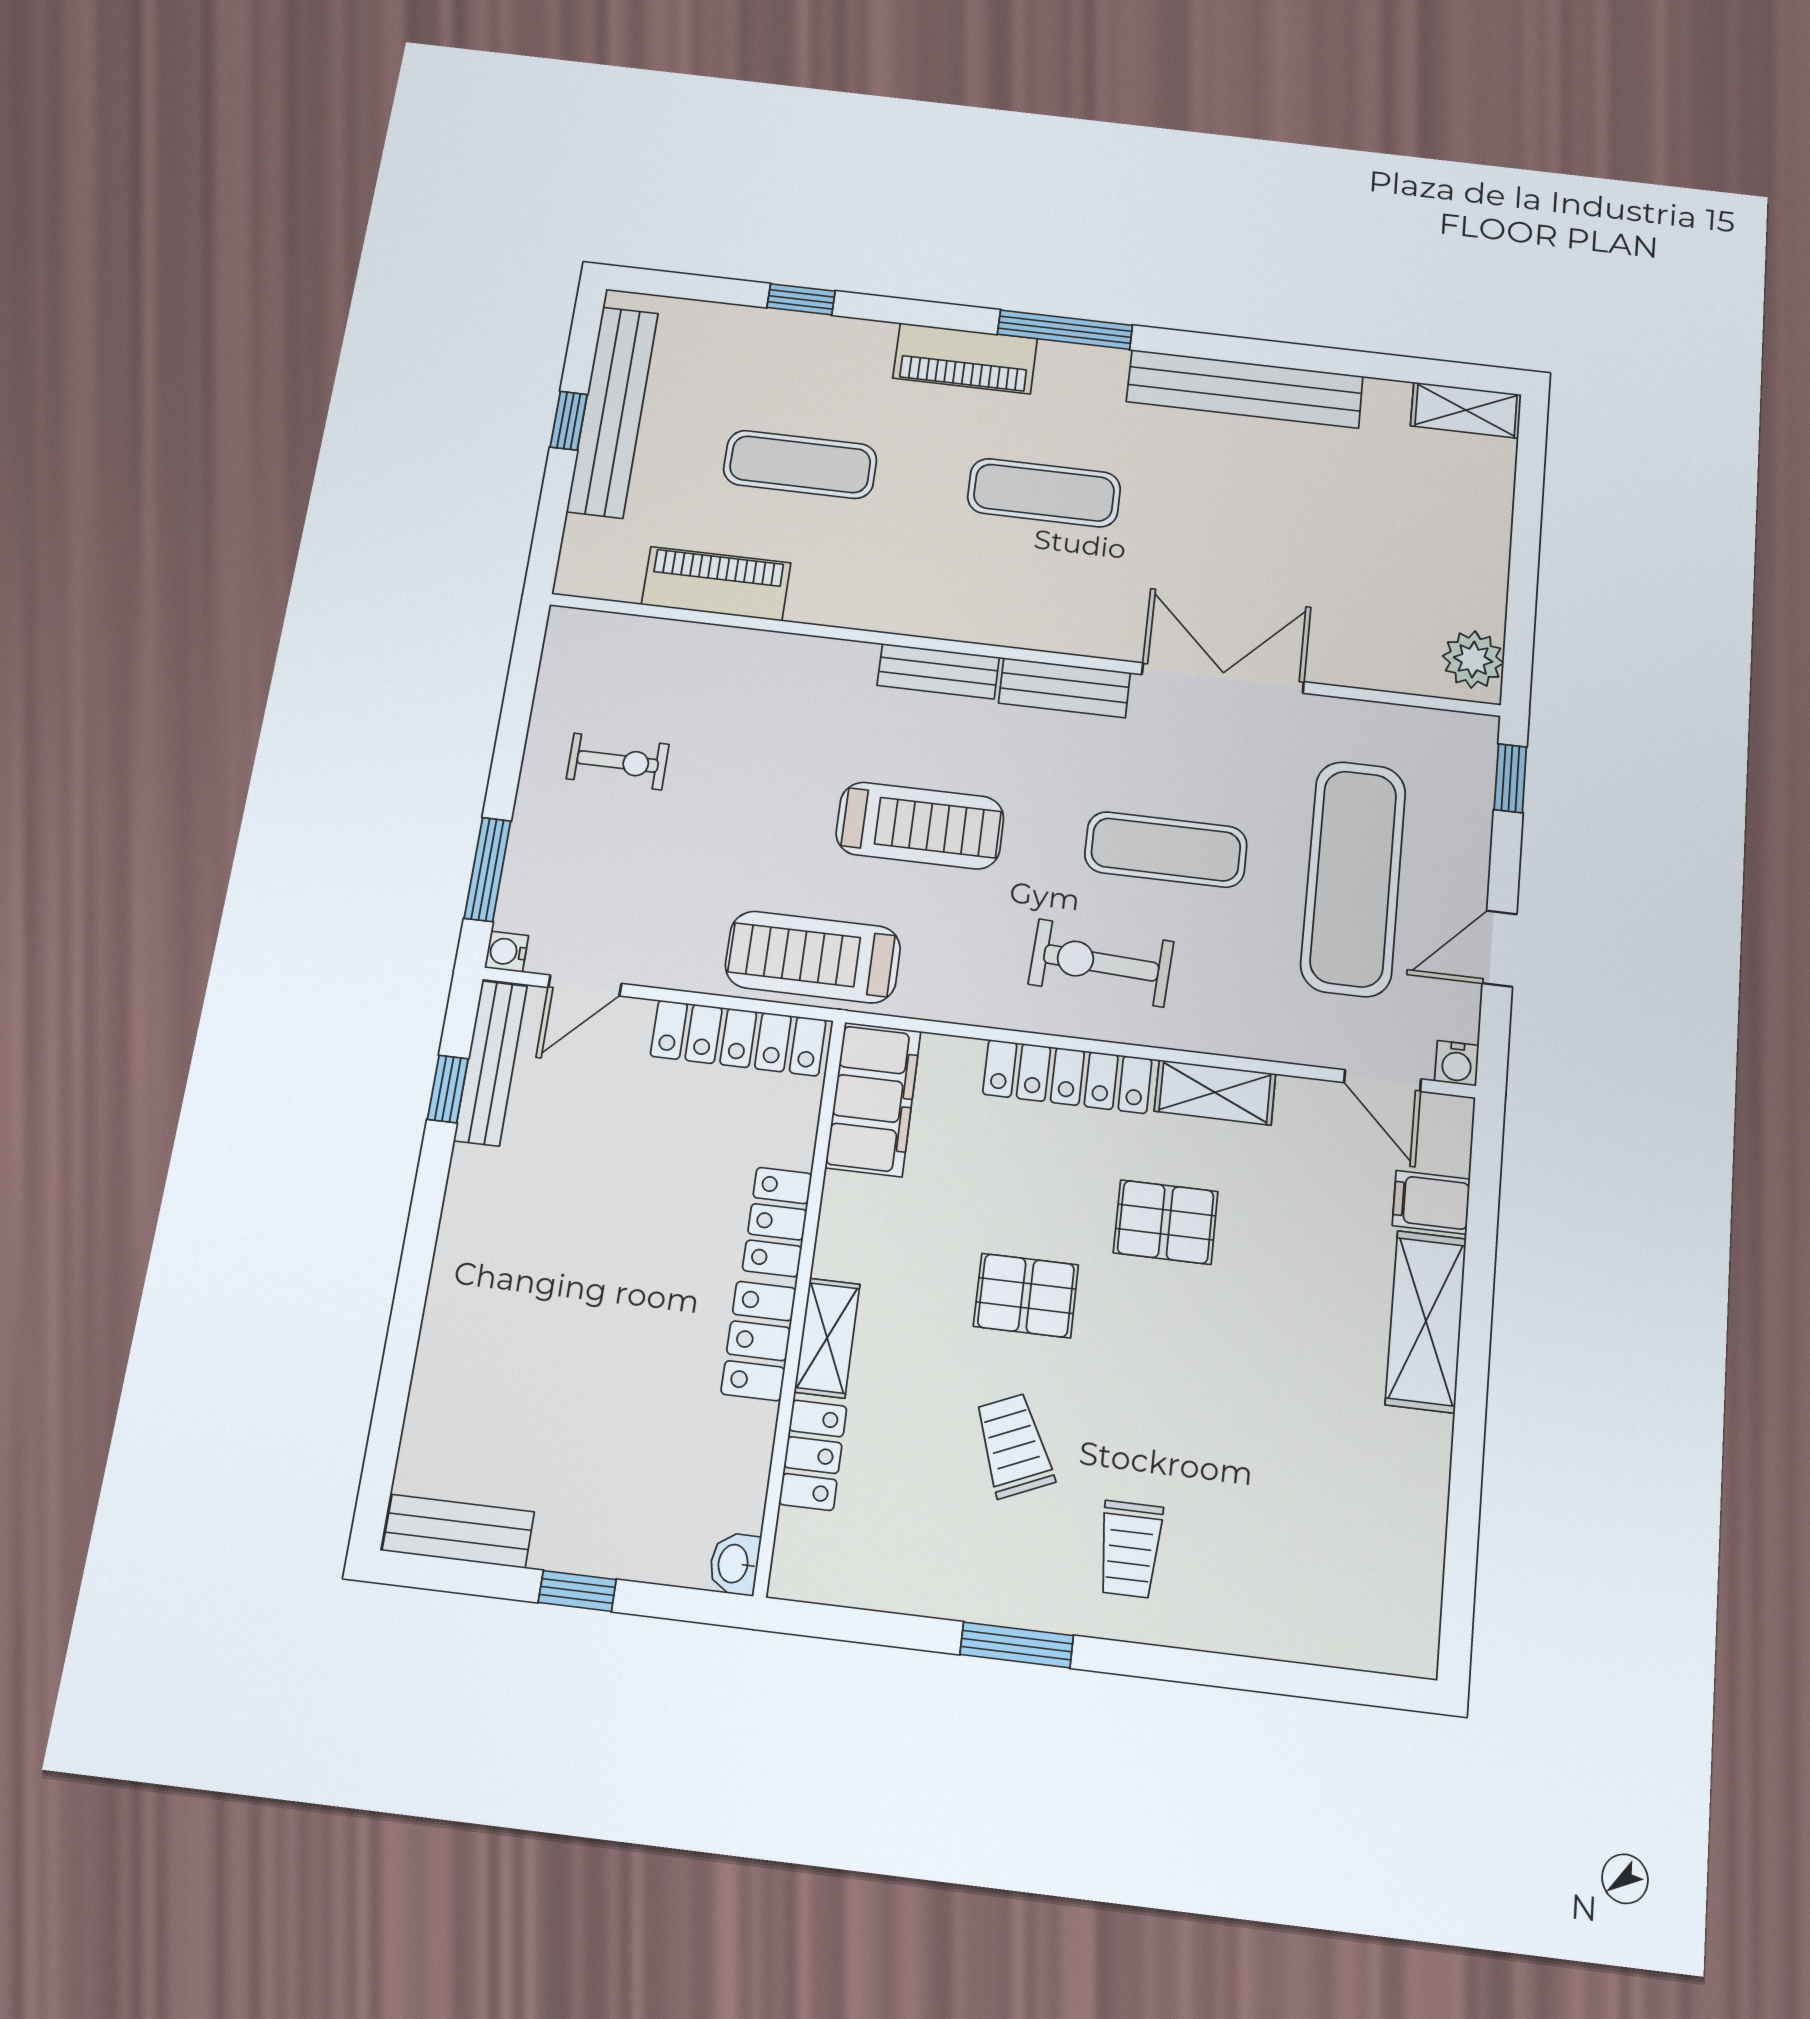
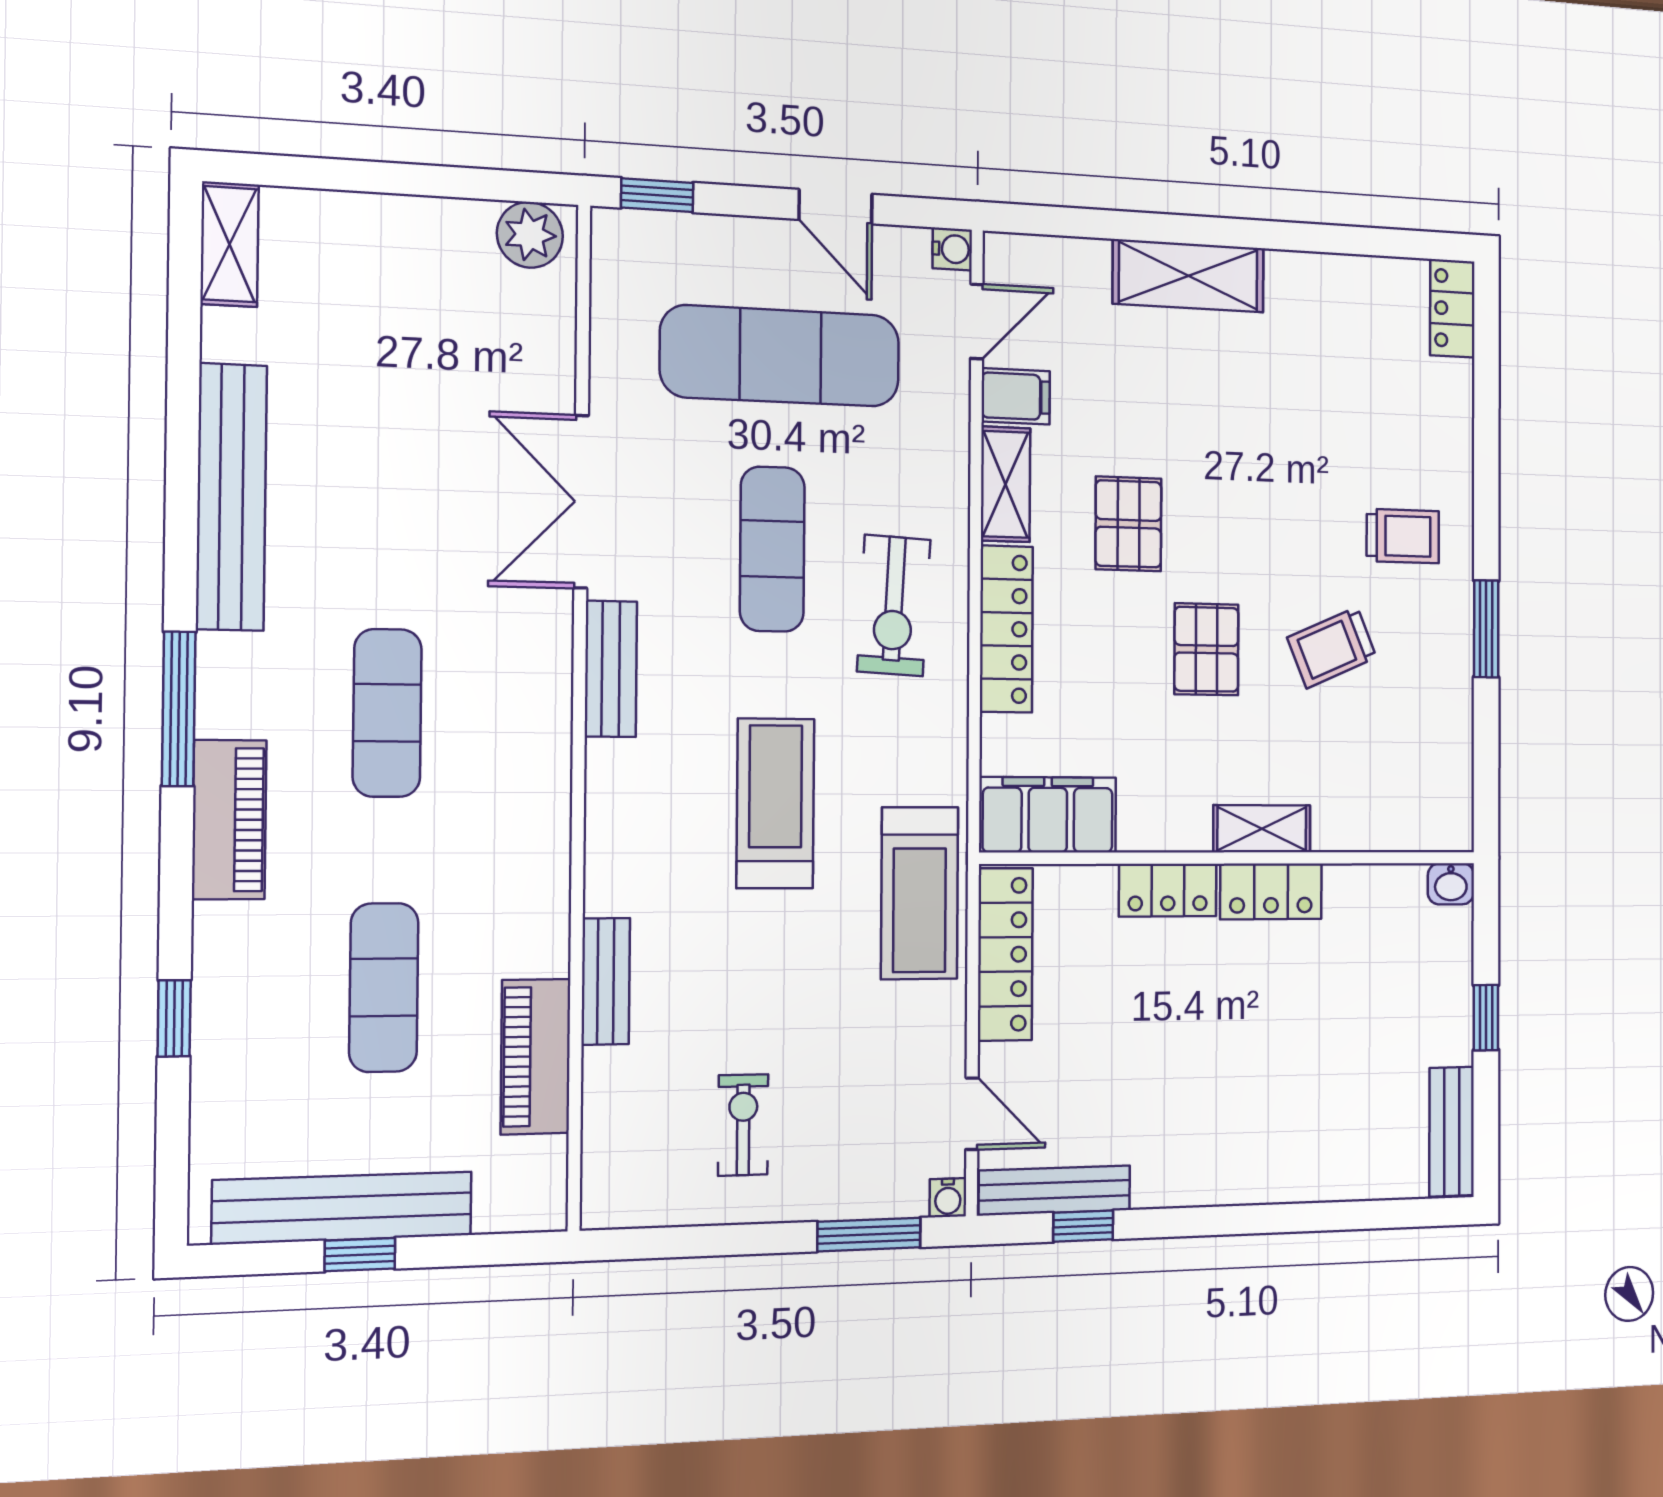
bench: (938, 671) -> (606, 981), moved
filing cabinet: (1431, 1202) -> (1016, 396), moved, turned -90
locker: (813, 1455) -> (1452, 308), moved, turned -90

